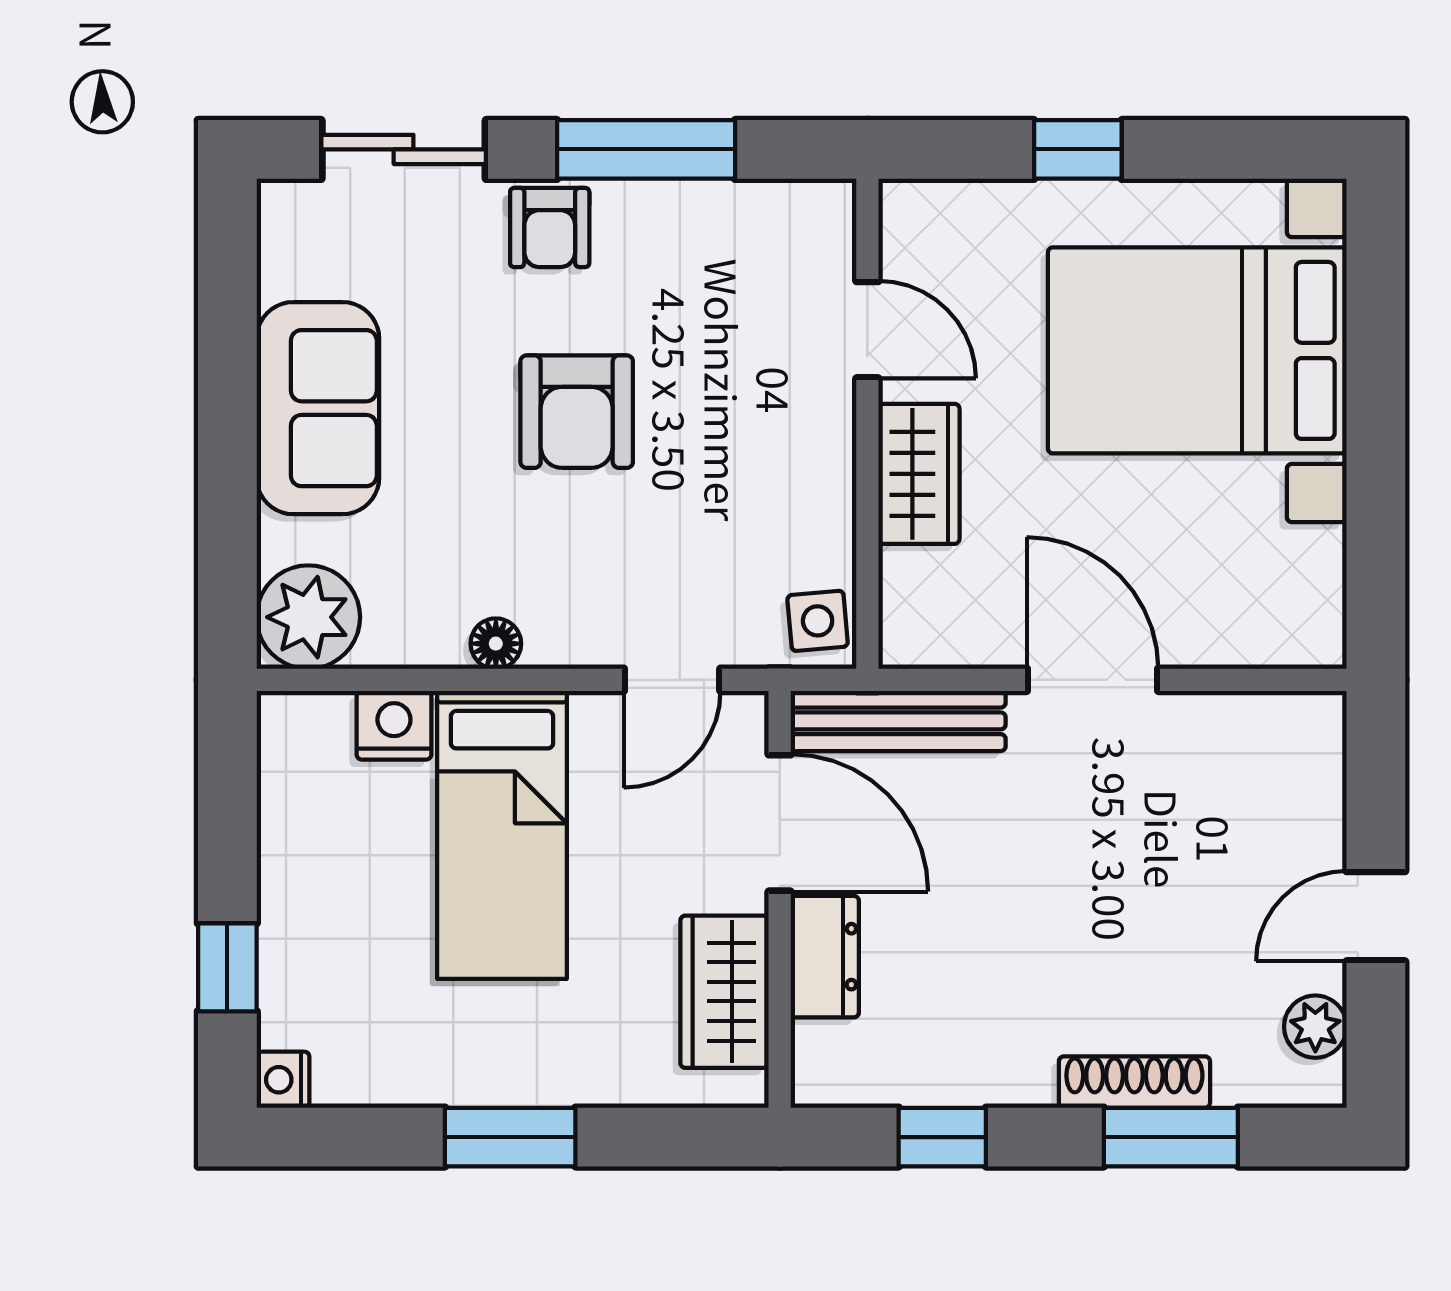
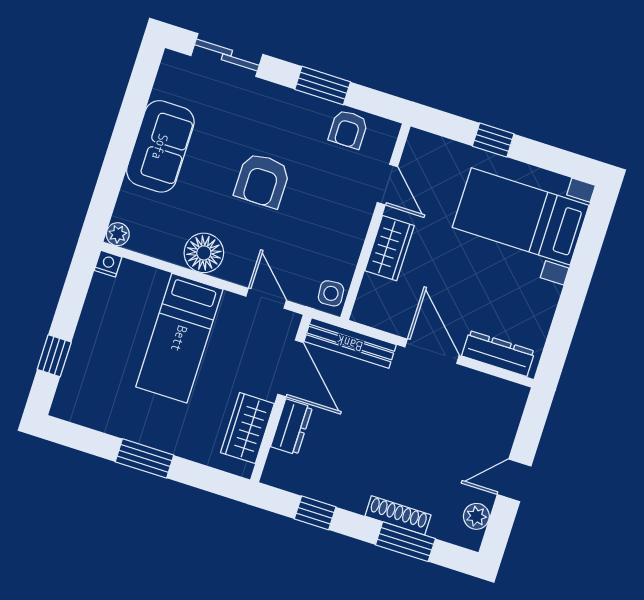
window: (646, 149) -> (323, 86), width x0.69
armchair: (550, 227) -> (348, 129), moved
bed with nightstands: (1197, 350) -> (521, 216), width x0.73
plant: (308, 617) -> (118, 234), width x0.53, depth x0.53
dresser: (1246, 636) -> (498, 353), added
floor lamp: (496, 644) -> (204, 253), width x1.89, depth x1.89
door: (672, 680) -> (266, 298), swing flipped
nightstand: (394, 725) -> (108, 264), moved, width x0.72, depth x0.74
nightstand: (283, 1080) -> (62, 407), removed

